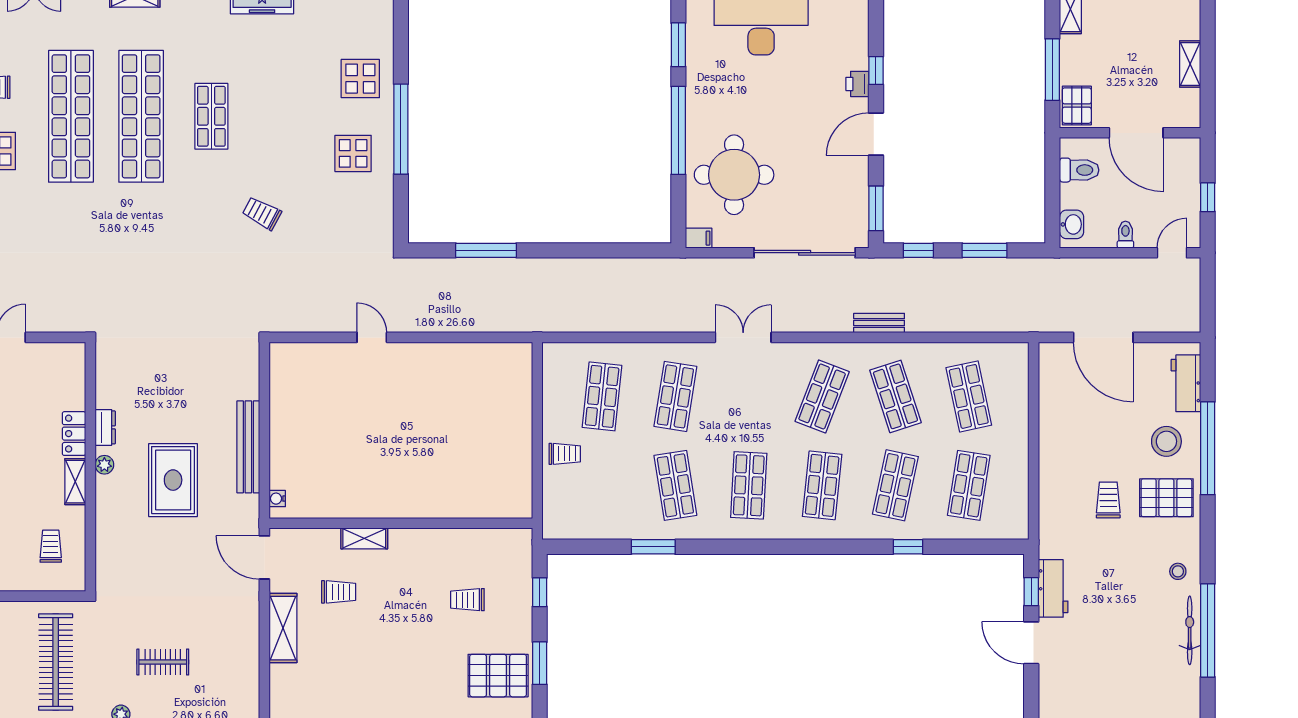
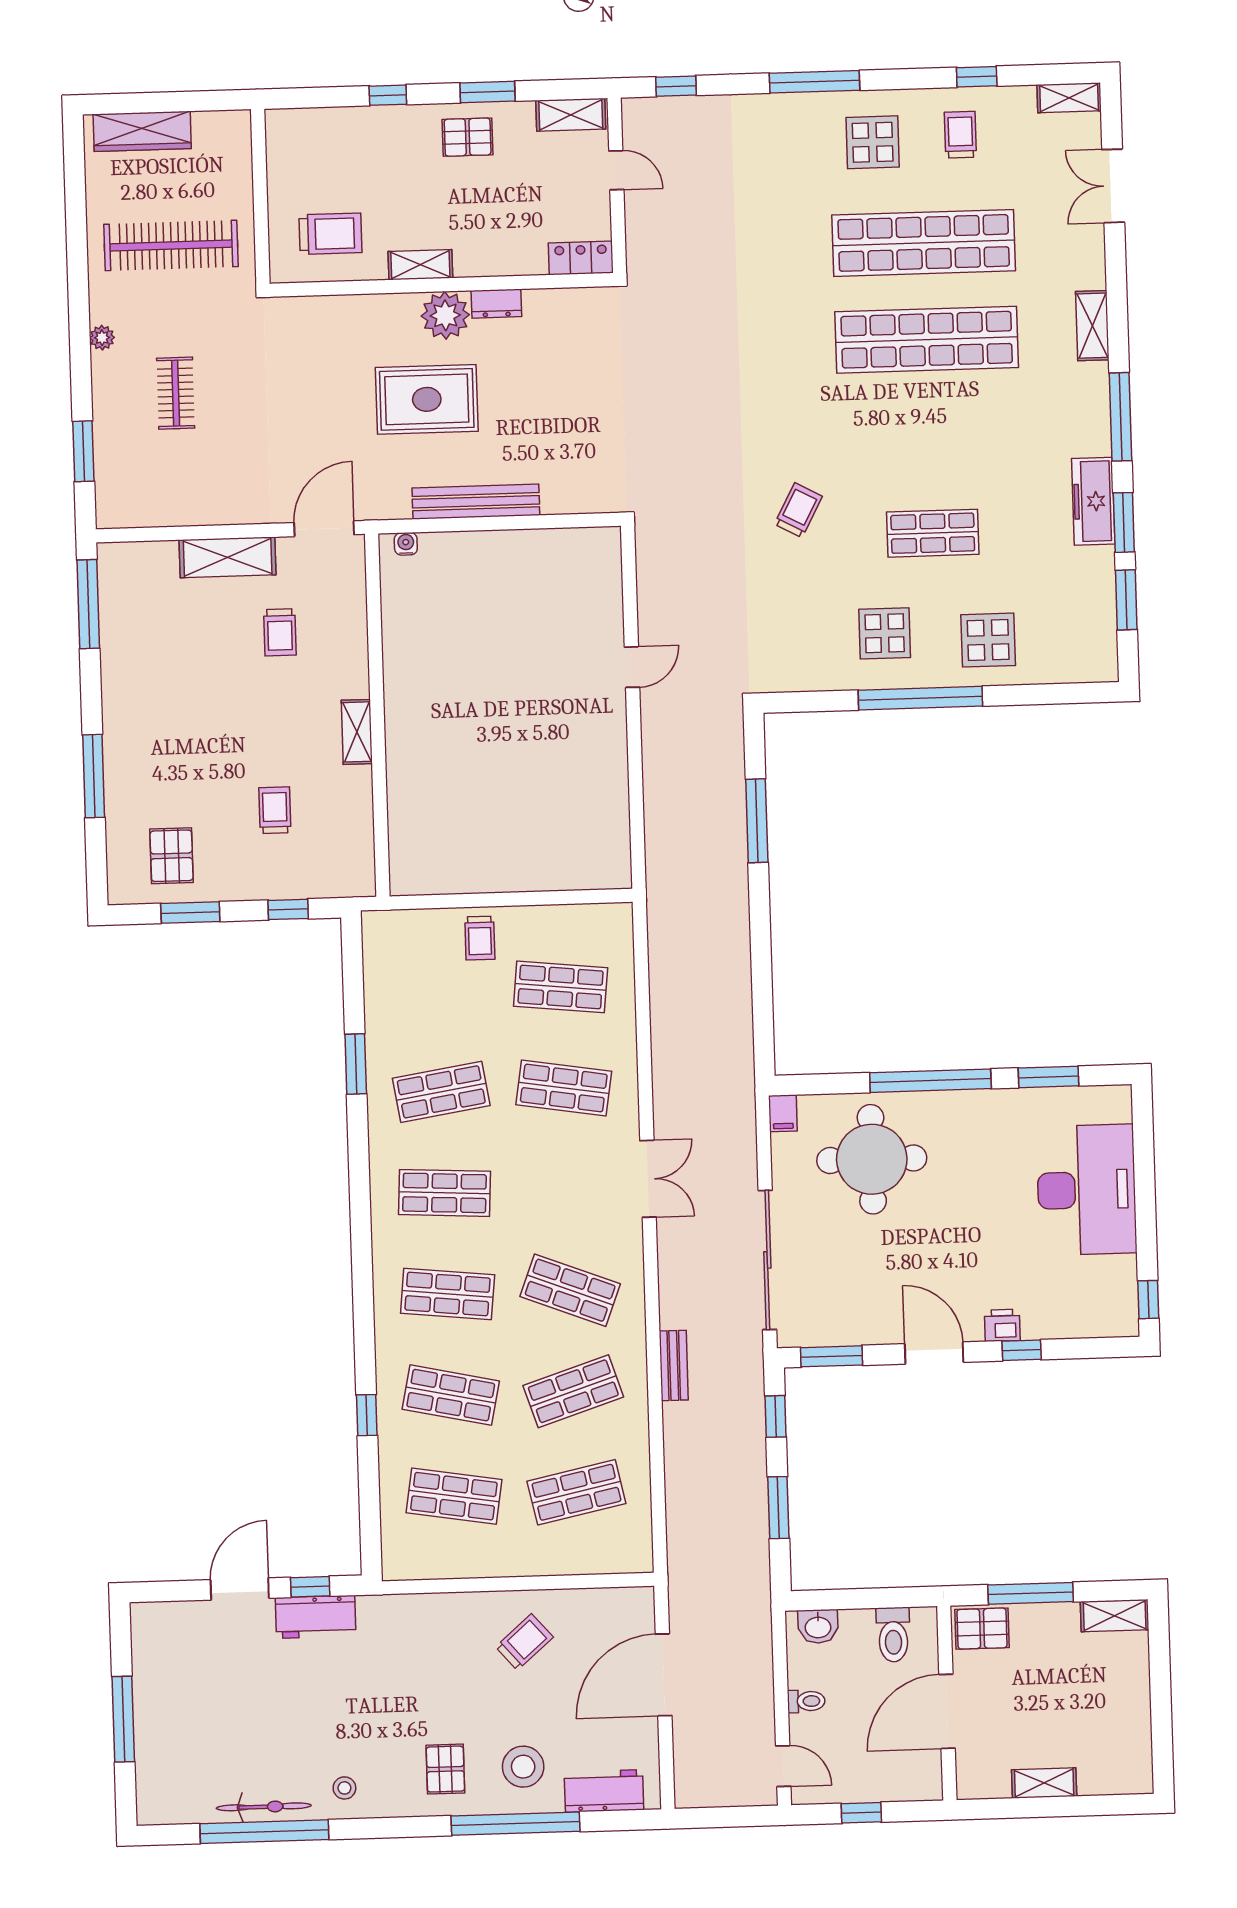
shop shelf: (211, 116) -> (933, 533), moved
locker: (74, 434) -> (581, 258), moved
plant: (104, 465) -> (445, 315), width x1.87, depth x1.87
pallet: (1166, 498) -> (445, 1769), width x0.67, depth x0.71
trolley: (1108, 500) -> (524, 1642), moved, turned -41
shelving: (364, 538) -> (357, 732), moved
trolley: (51, 546) -> (330, 234), width x1.36, depth x1.39
pallet: (498, 676) -> (172, 856), width x0.67, depth x0.71

